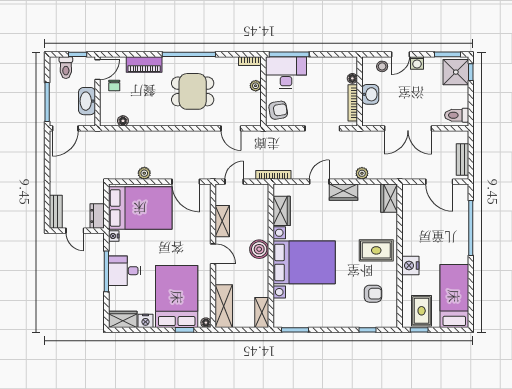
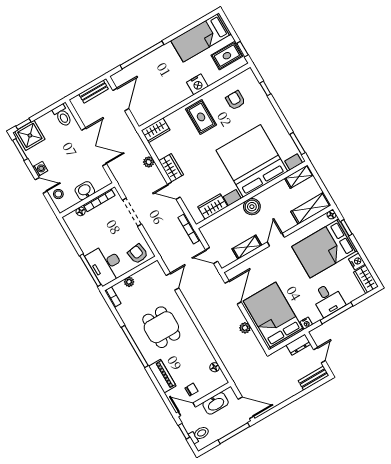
bed with nightstands: (304, 262) -> (252, 161), width x1.36

